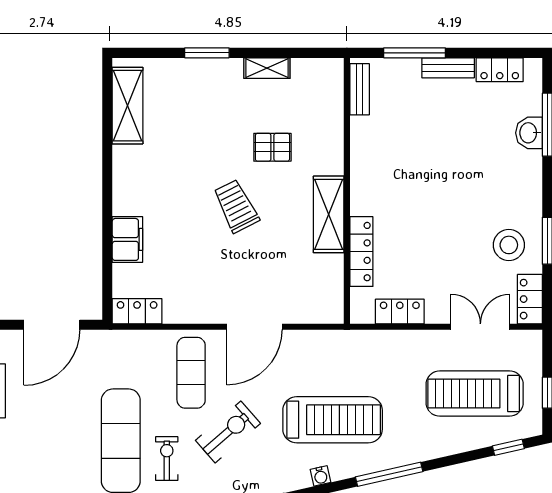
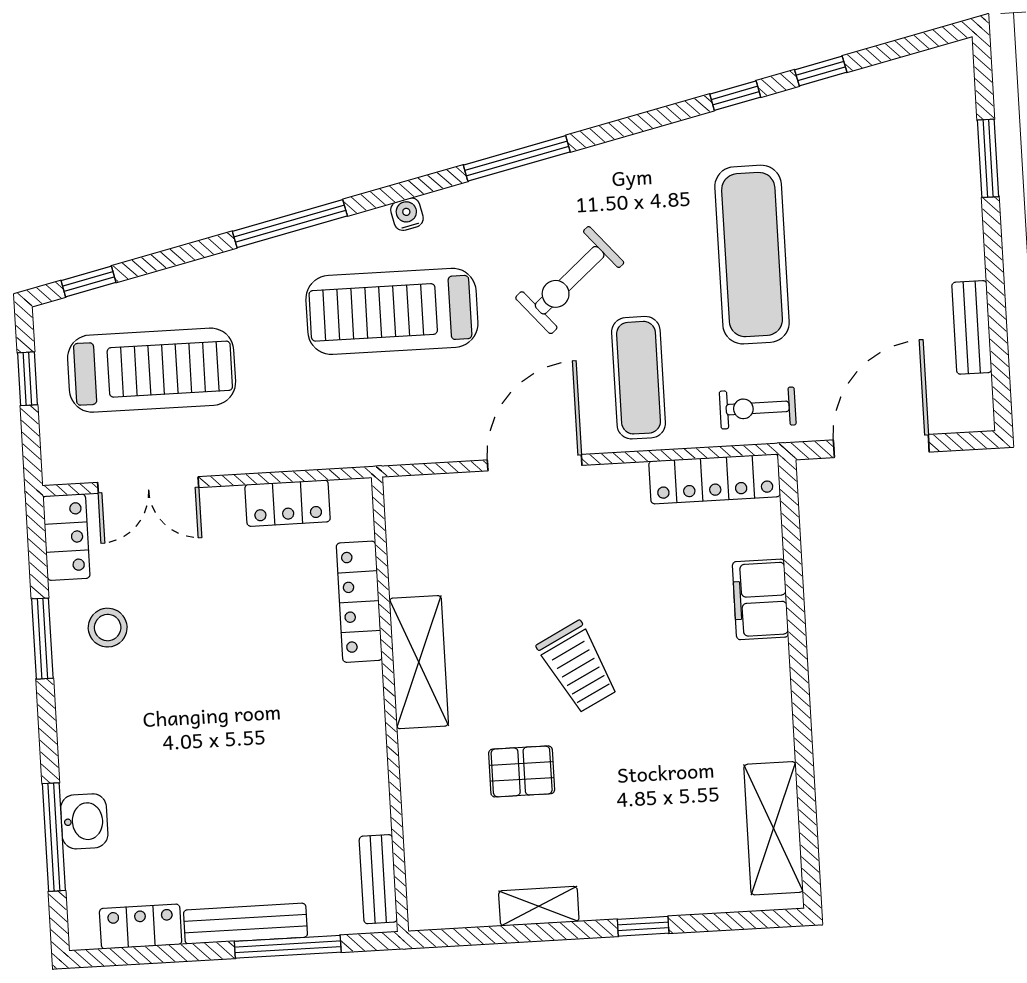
window: (207, 53) -> (643, 926), width x0.67
bench: (448, 68) -> (245, 924), width x1.36
stool: (509, 245) -> (108, 628), width x0.73, depth x0.73
locker: (137, 311) -> (715, 479), width x1.53
exercise bike: (167, 459) -> (758, 408), moved, turned 90

